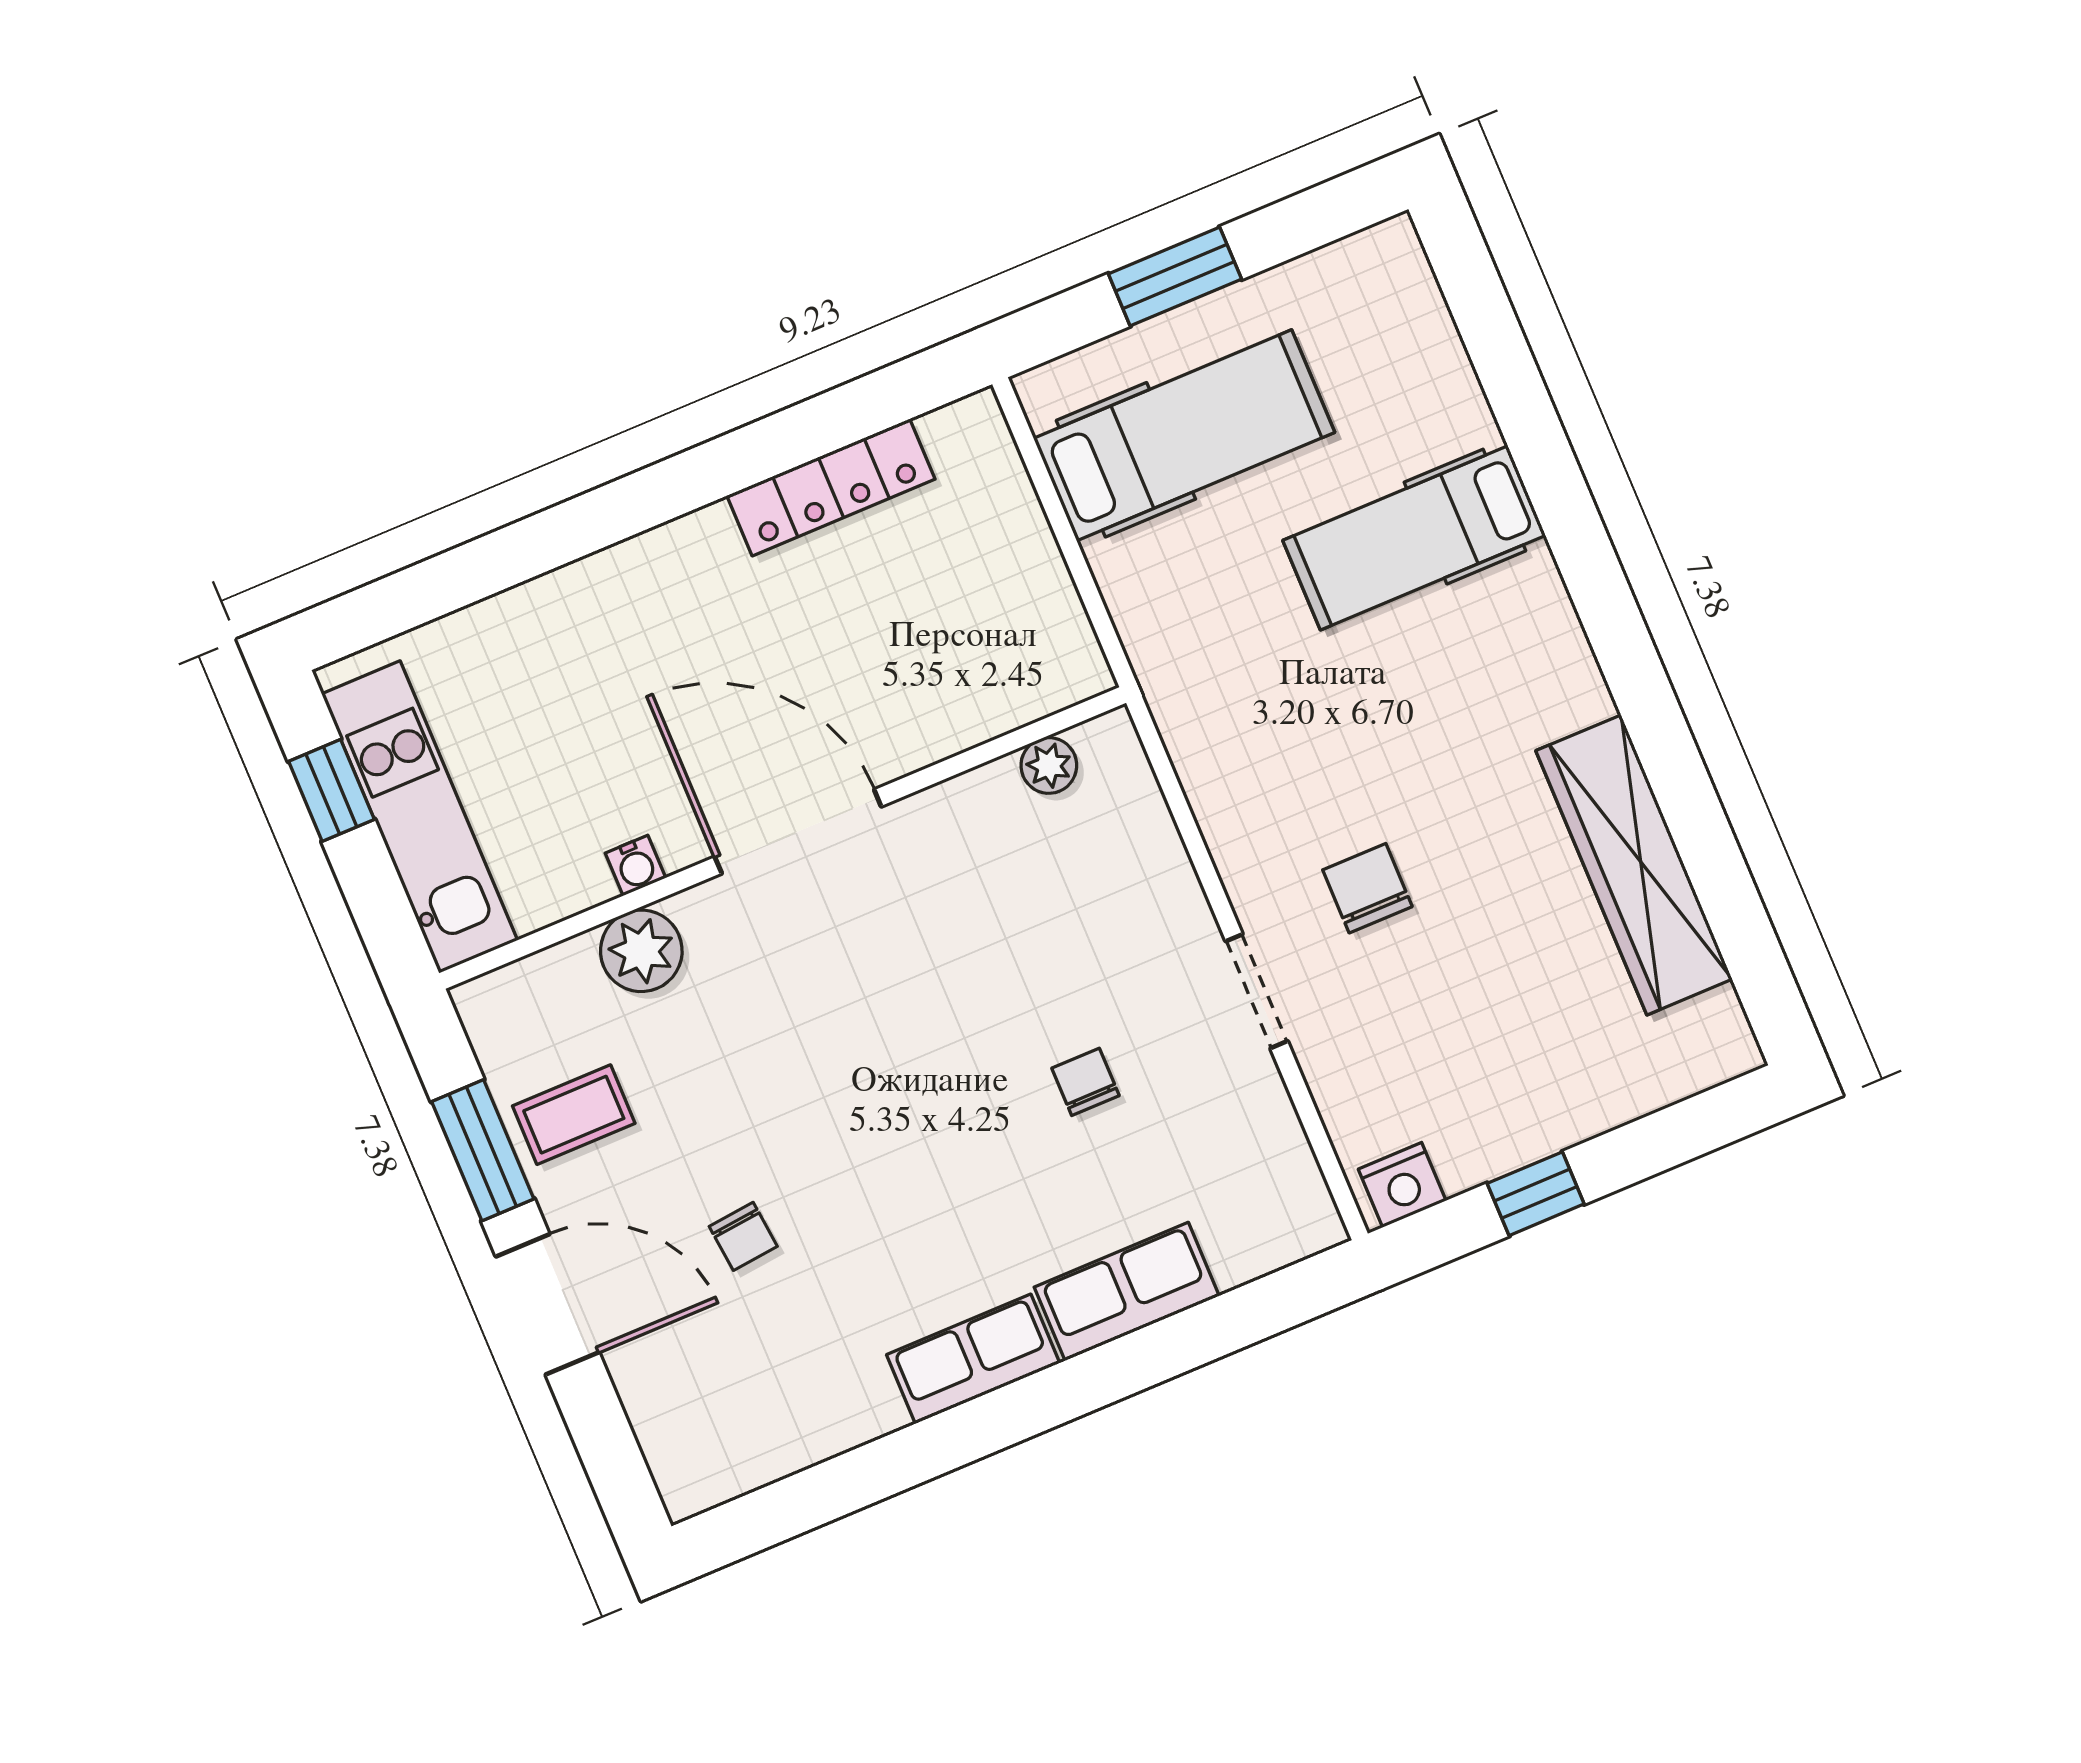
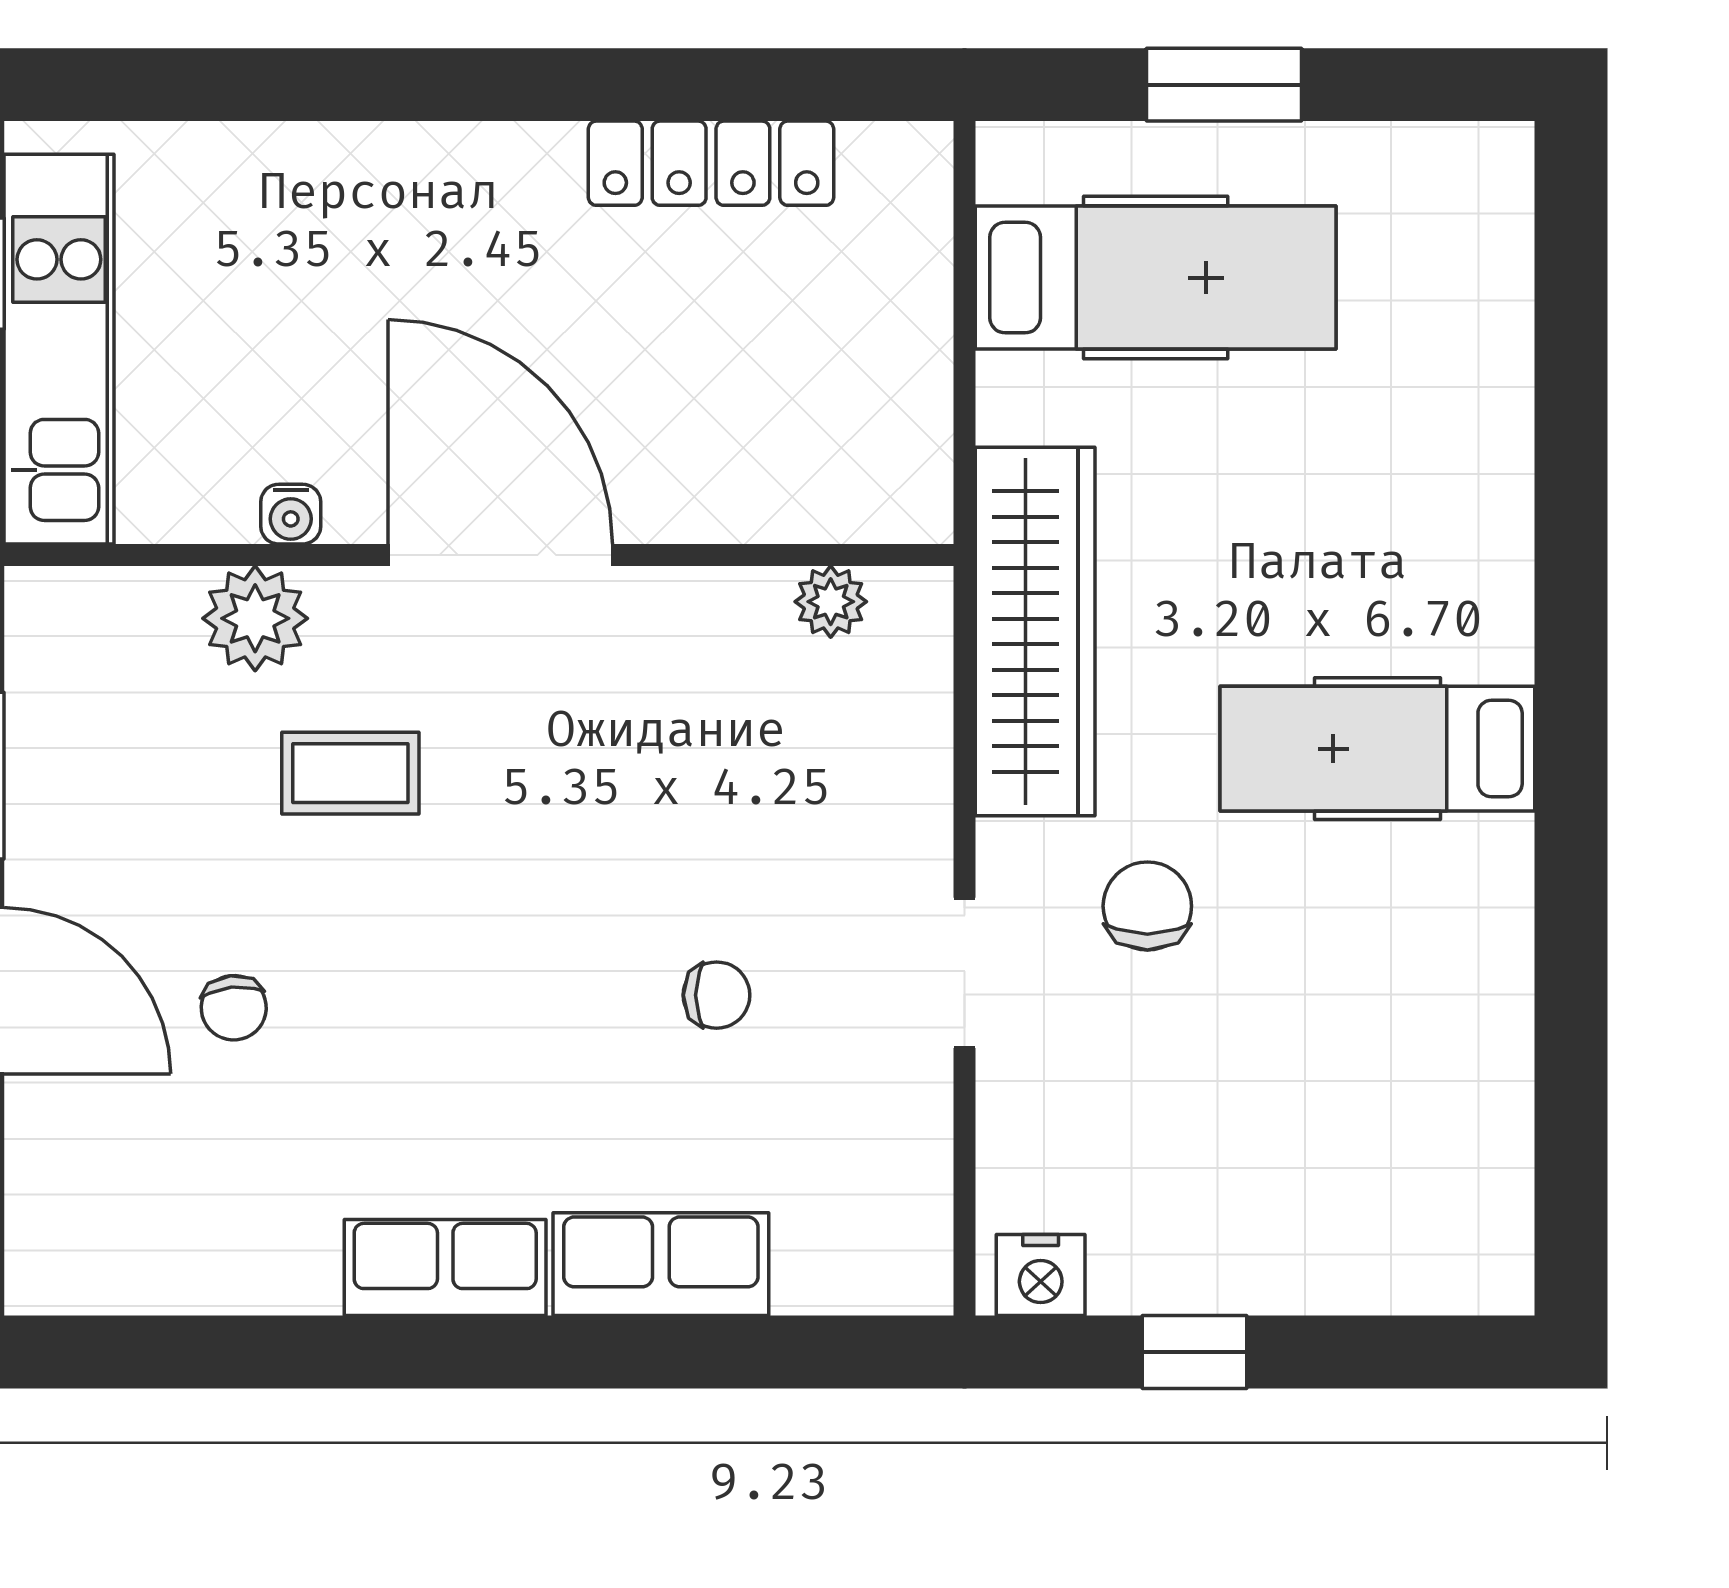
hospital bed: (1414, 538) -> (1377, 749), moved
wardrobe: (1634, 865) -> (1035, 632), moved, turned 180
chair: (1086, 1082) -> (717, 995), turned 90
coffee table: (574, 1115) -> (350, 773), moved

